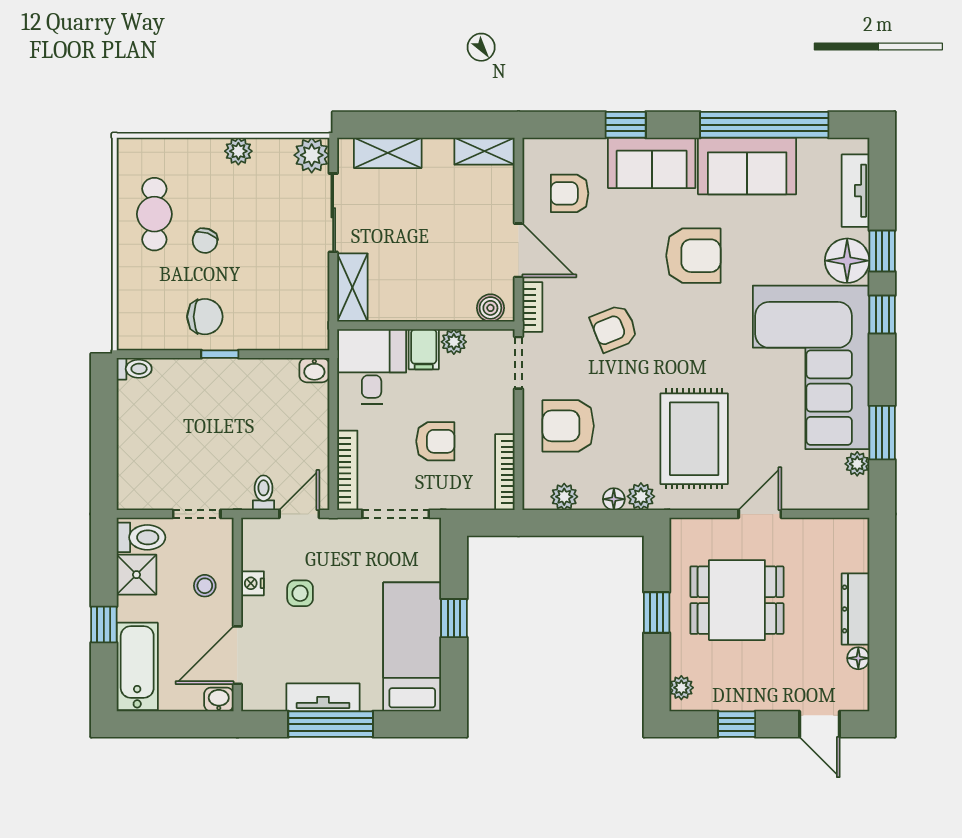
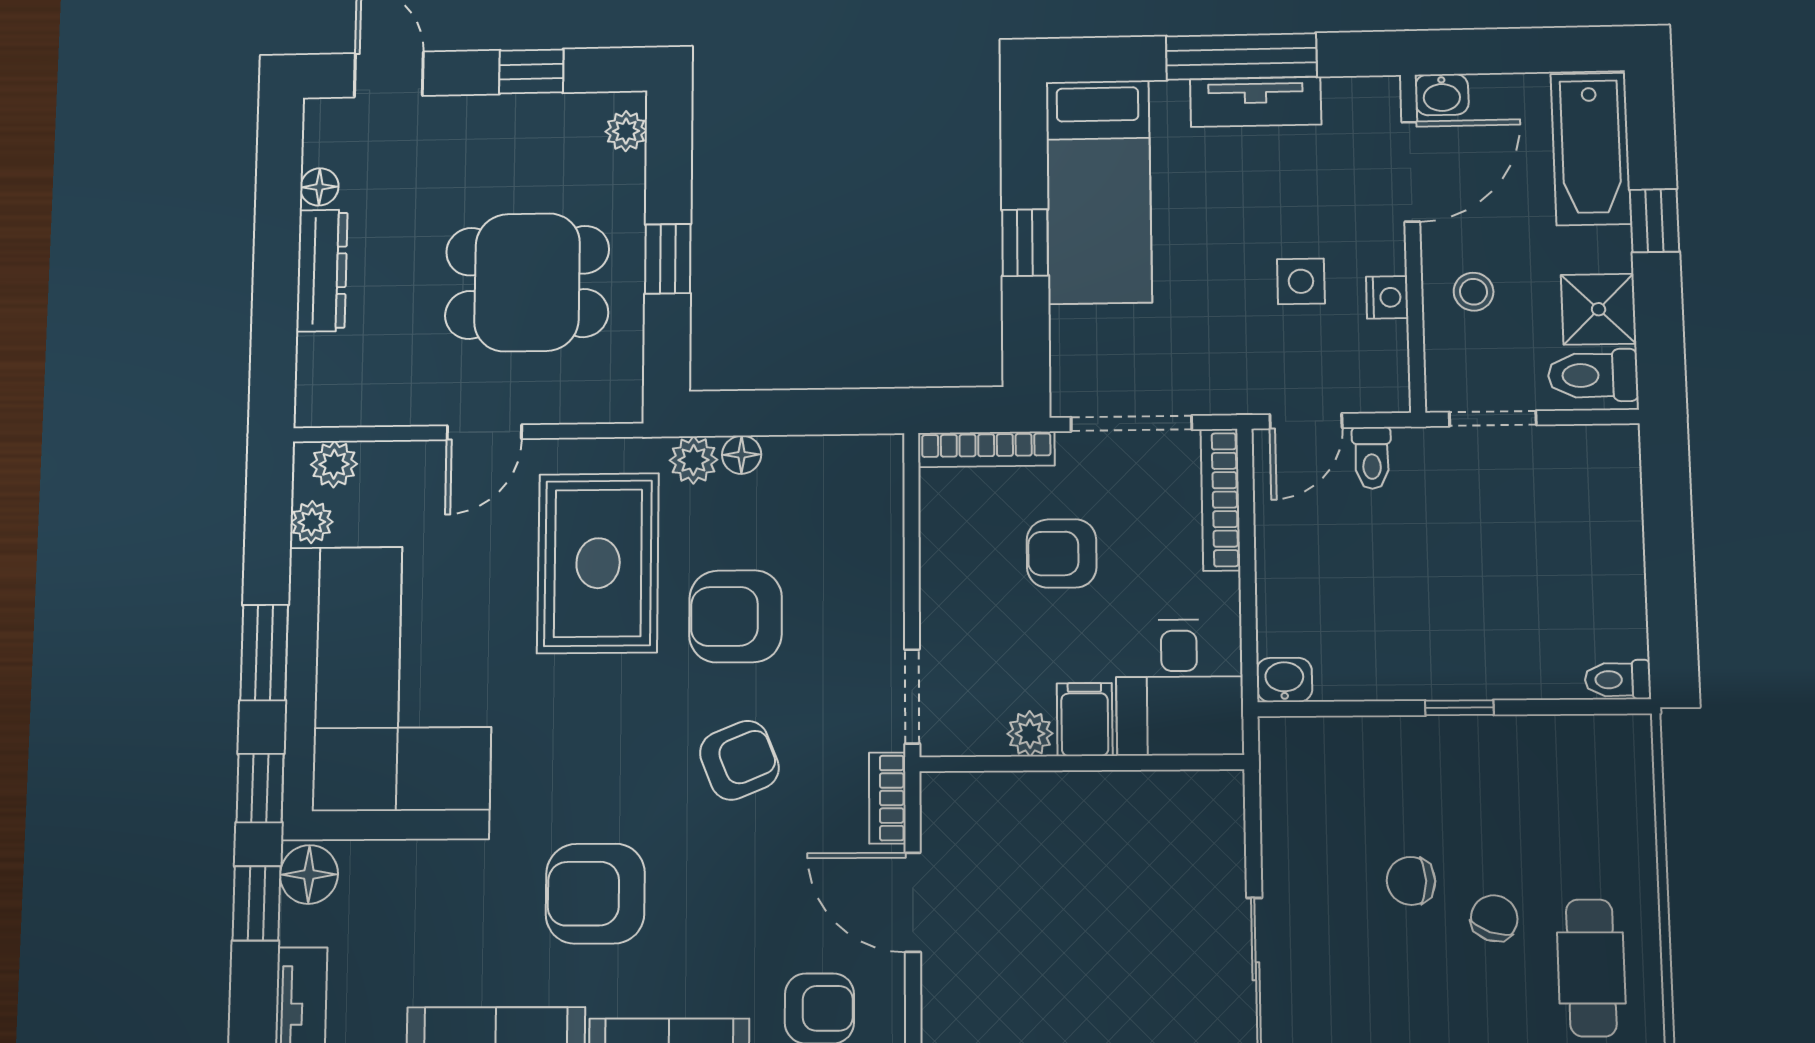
floor lamp: (847, 261) -> (309, 874), width x0.73, depth x0.73
shelving: (352, 287) -> (1218, 832), removed
boiler: (490, 308) -> (964, 796), removed
chair: (205, 317) -> (1411, 881), moved, width x0.73, depth x0.73
armchair: (568, 426) -> (736, 616), moved, turned 180
window: (882, 433) -> (264, 653), moved
bookcase: (505, 472) -> (986, 449), moved, turned 90
plant: (564, 497) -> (334, 464), moved

